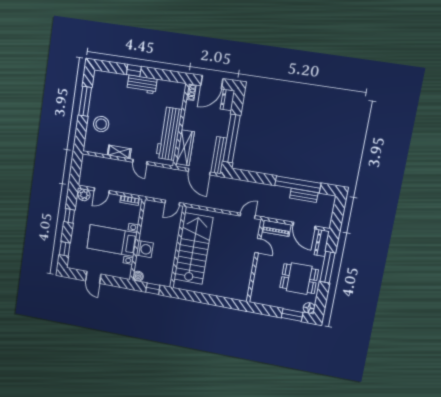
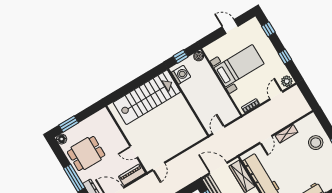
door: (140, 162) -> (266, 139), swing flipped
stairs: (193, 248) -> (147, 97), moved, turned -90
washing machine: (145, 249) -> (181, 75), moved, turned 180

